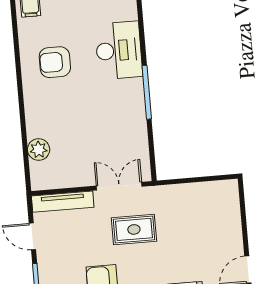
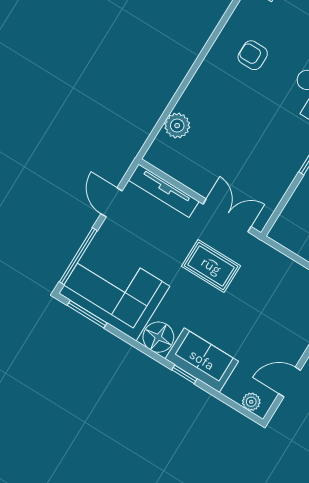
armchair: (55, 62) -> (253, 55), width x0.72, depth x0.72

